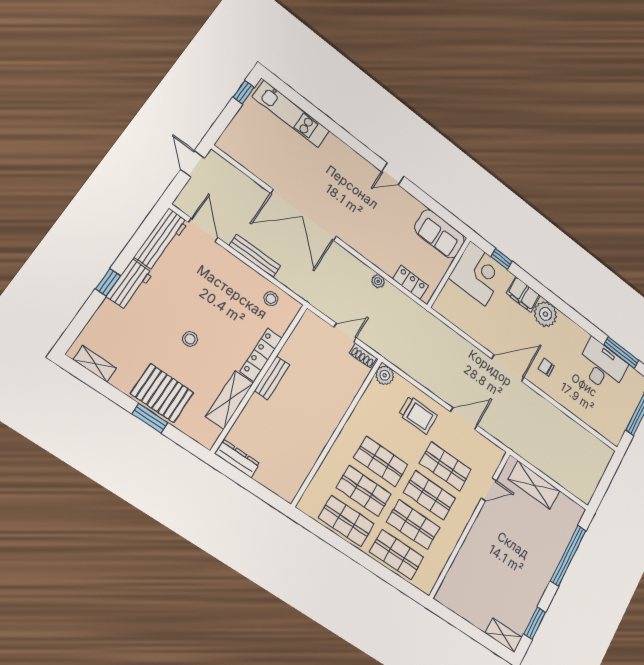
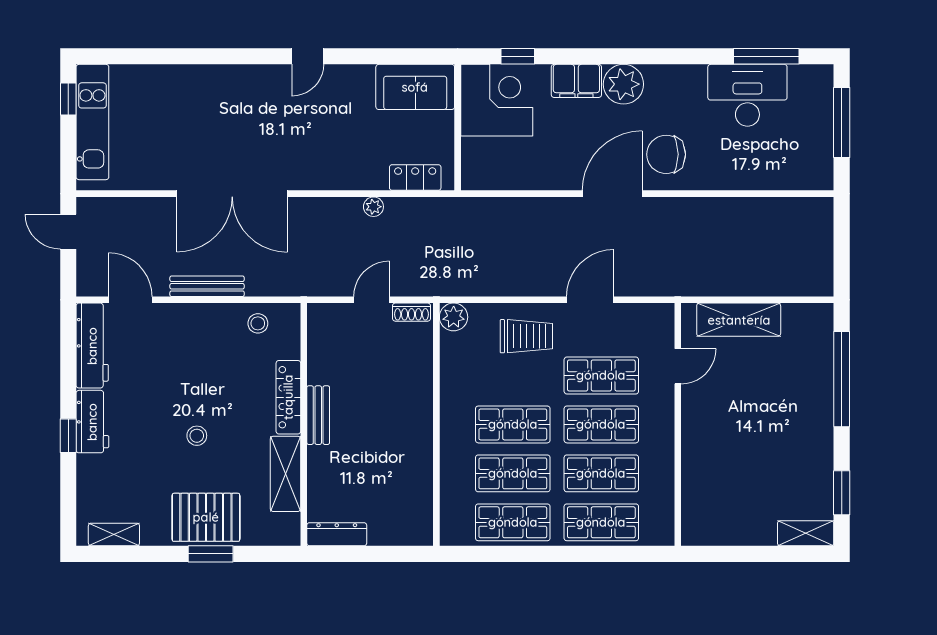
kitchen unit: (291, 114) -> (92, 122), moved, turned -90
chair: (546, 367) -> (666, 154), width x1.87, depth x1.87

